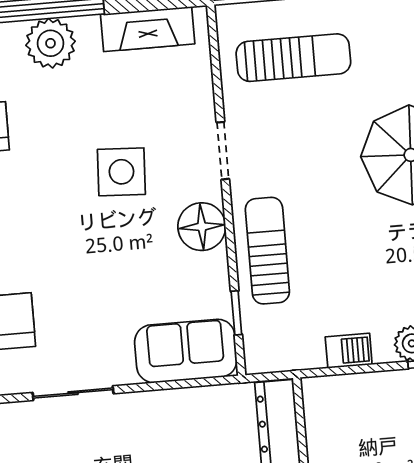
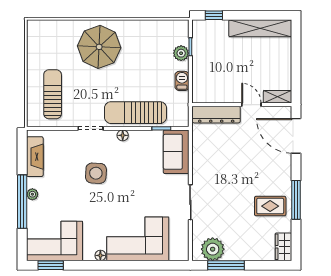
plant: (51, 43) -> (32, 194), width x0.53, depth x0.53
floor lamp: (202, 227) -> (123, 135), width x0.53, depth x0.53
sun lounger: (267, 251) -> (135, 113), width x1.36, depth x1.34

